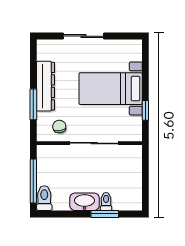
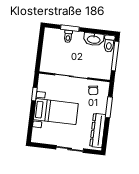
dresser: (46, 86) -> (98, 130), moved
washbasin: (84, 202) -> (94, 39), moved

